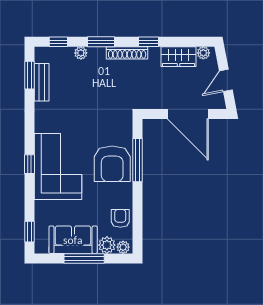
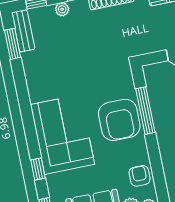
bench: (42, 82) -> (23, 31), moved
window: (29, 164) -> (38, 169), moved

